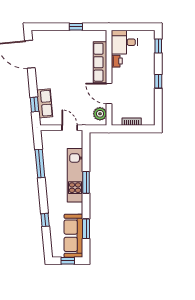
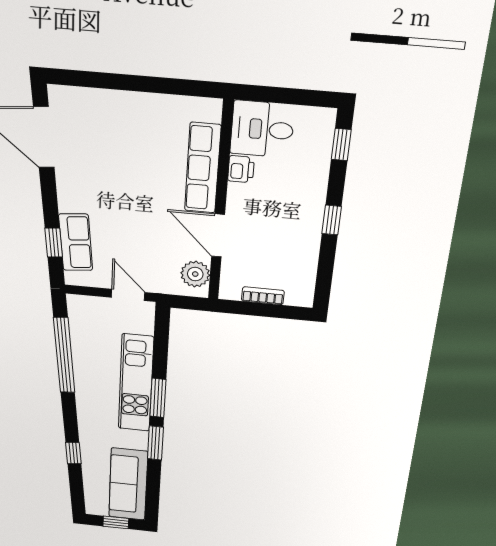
window: (76, 27) -> (151, 85), removed
window: (40, 164) -> (64, 355), width x1.46
window: (86, 229) -> (155, 443), moved

